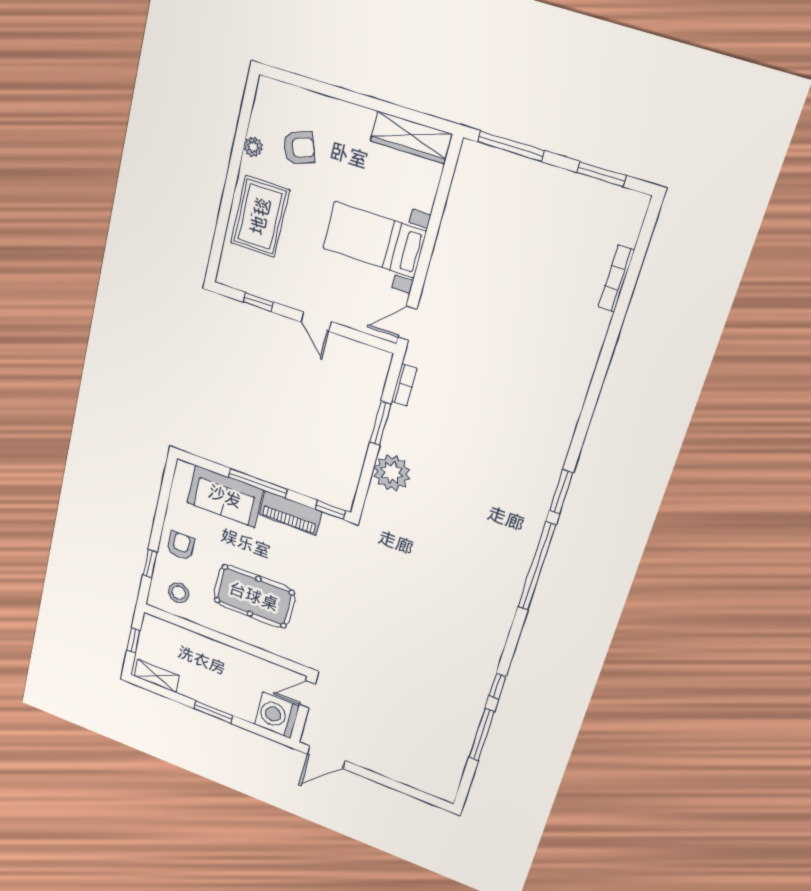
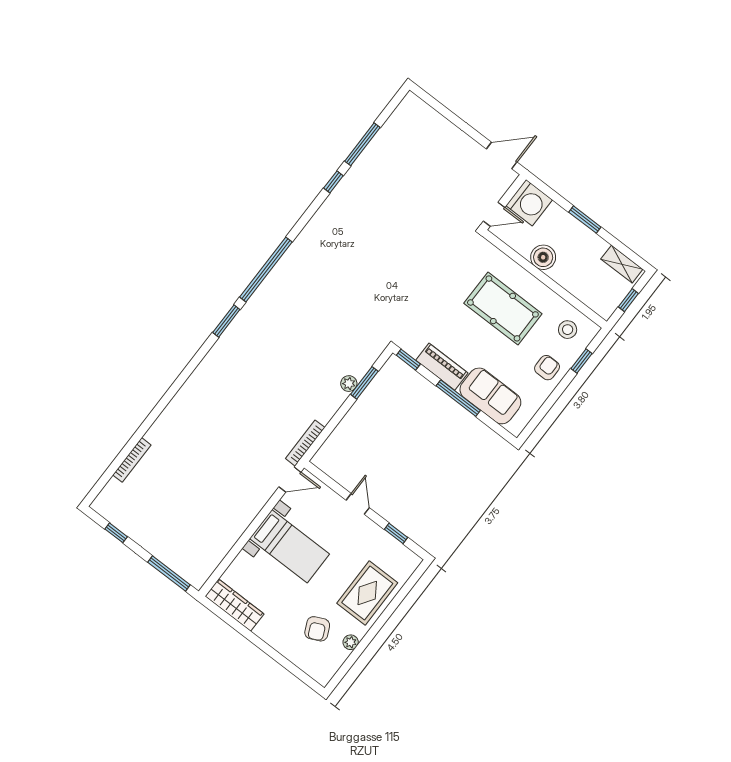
armchair: (299, 148) -> (317, 629), turned -96
window: (601, 174) -> (116, 533), width x0.67
bookcase: (404, 385) -> (305, 443), width x1.56
window: (380, 423) -> (364, 383), moved
plant: (392, 473) -> (349, 384), width x0.53, depth x0.53
armchair: (181, 546) -> (547, 368), turned 180
boiler: (237, 662) -> (543, 257), added

